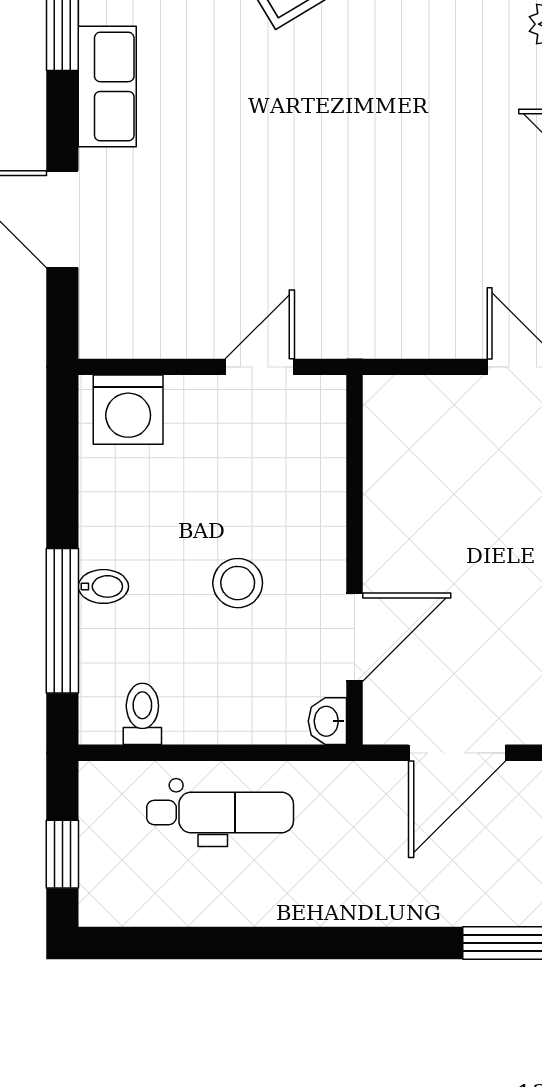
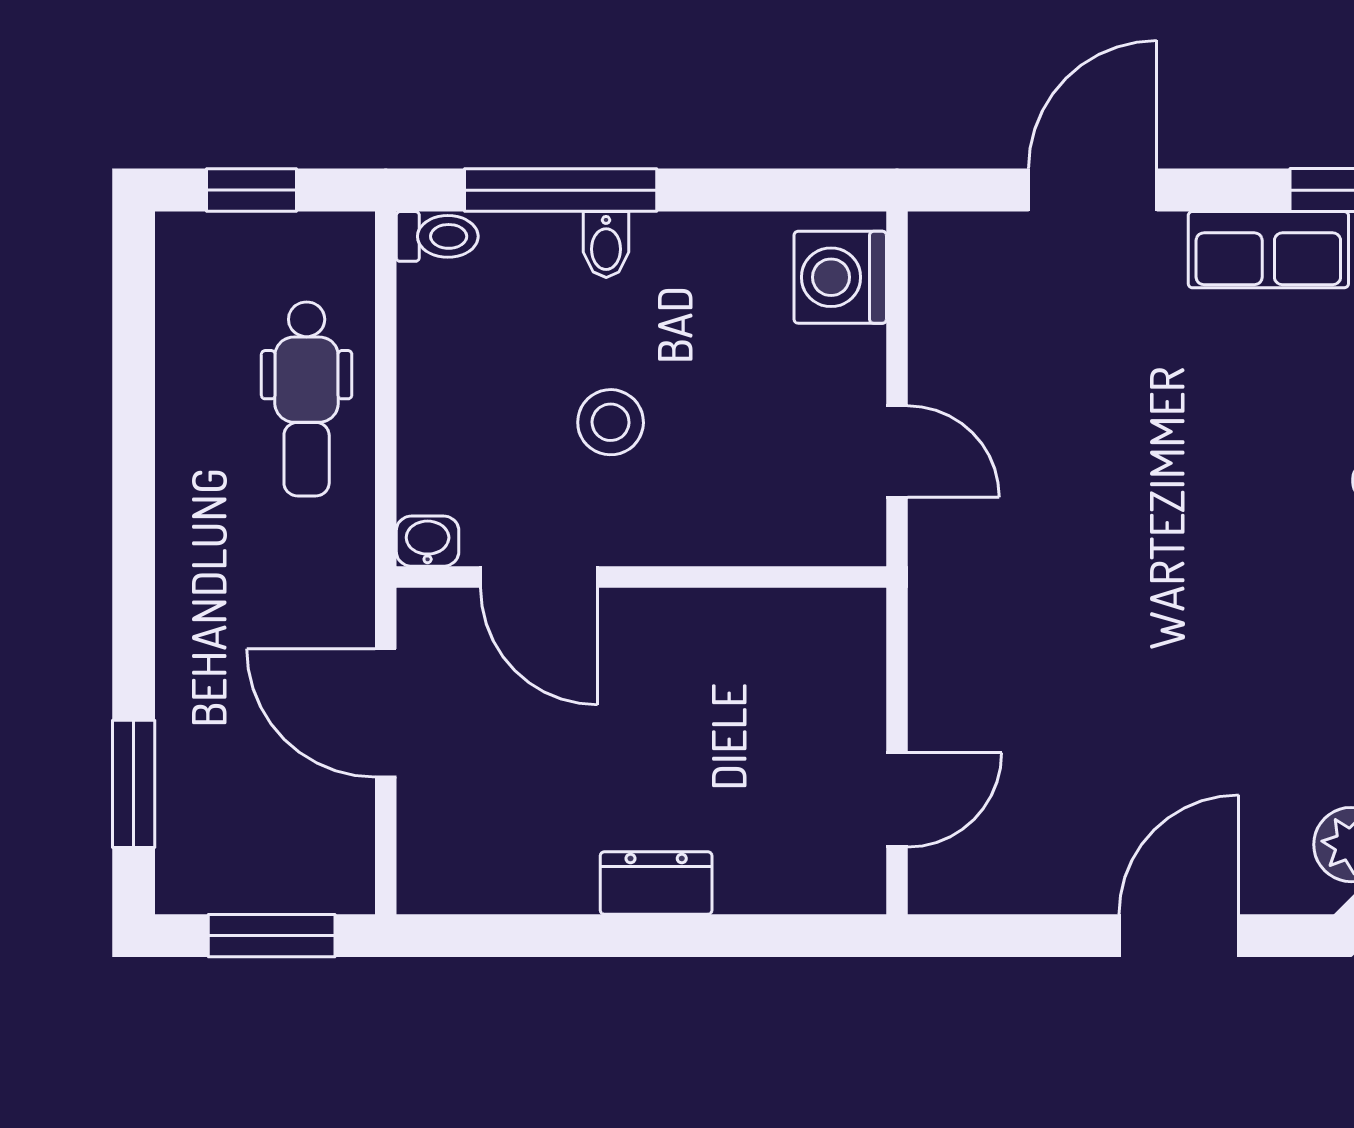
toilet: (142, 714) -> (437, 236), moved

